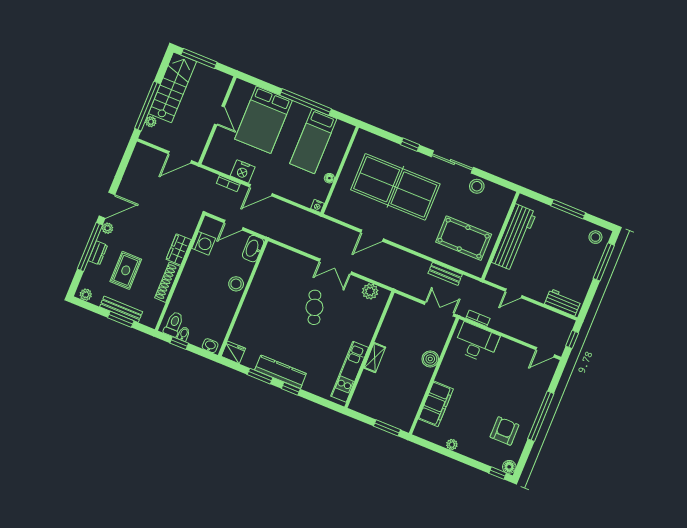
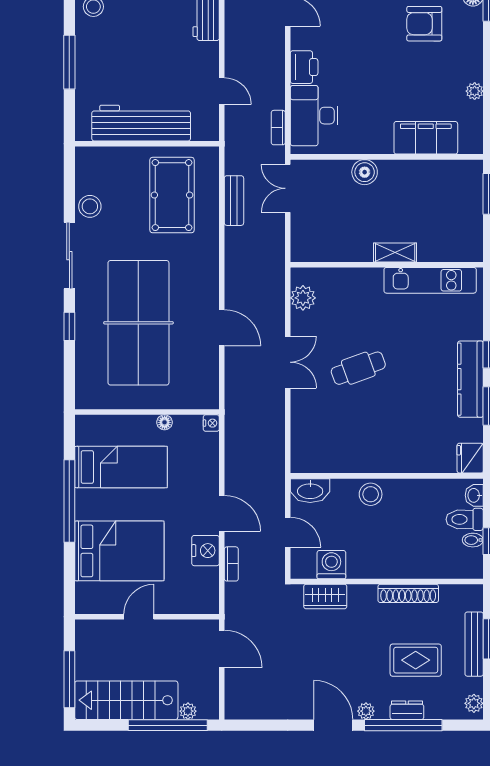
wardrobe: (179, 250) -> (325, 597), moved
toilet: (174, 324) -> (465, 519), moved
printer: (508, 348) -> (304, 67), added

